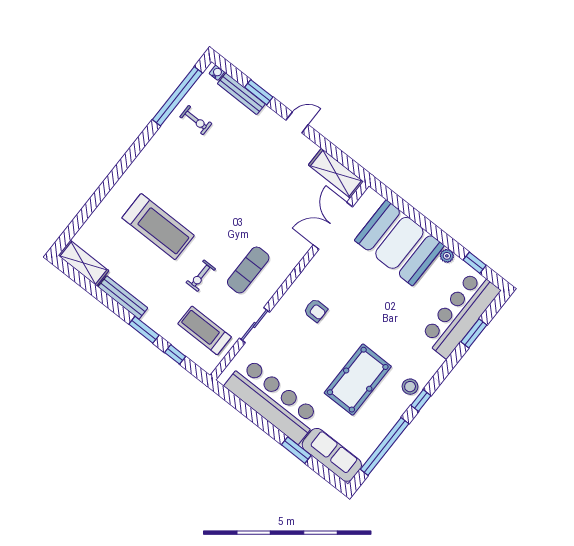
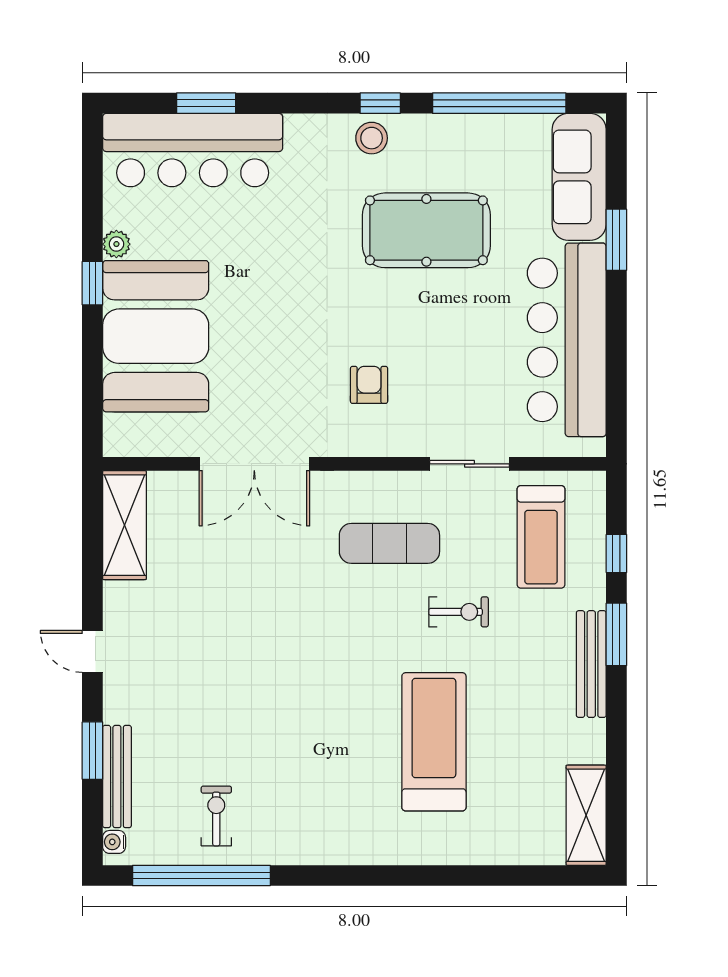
double door: (333, 226) -> (254, 464), moved
window: (475, 263) -> (92, 283), moved
bench: (123, 297) -> (591, 664), moved

